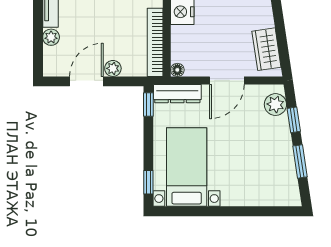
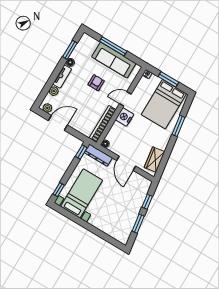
plant: (113, 68) -> (47, 108), moved
door: (227, 80) -> (126, 163), hinge flipped
plant: (275, 105) -> (143, 189), removed

